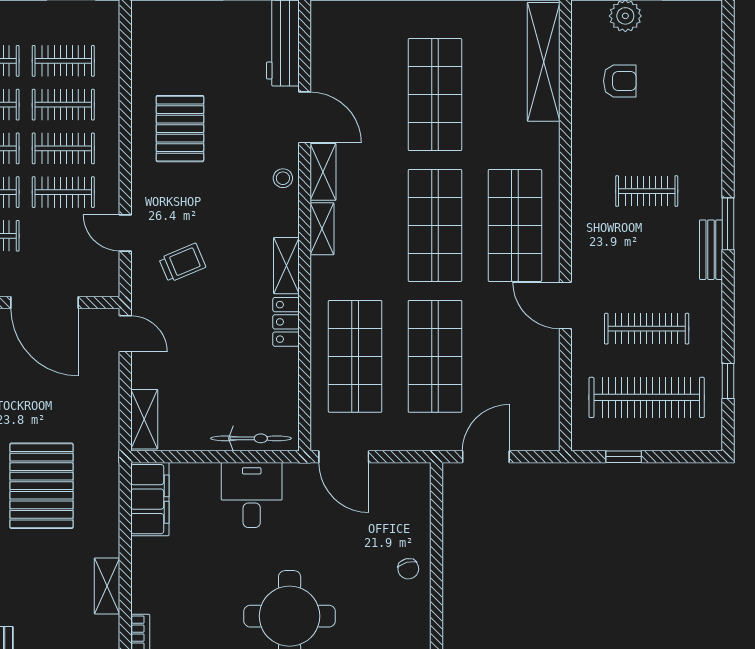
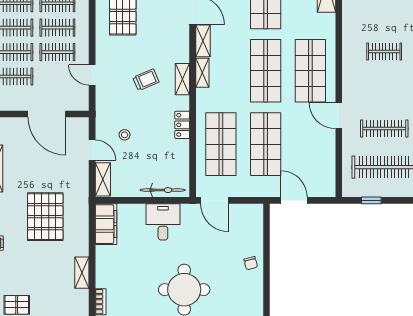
stool: (283, 178) -> (125, 135), moved
trolley: (182, 263) -> (146, 80), moved
shelving: (286, 266) -> (182, 79), moved
door: (125, 334) -> (92, 150), moved
door: (486, 457) -> (294, 200), hinge flipped

